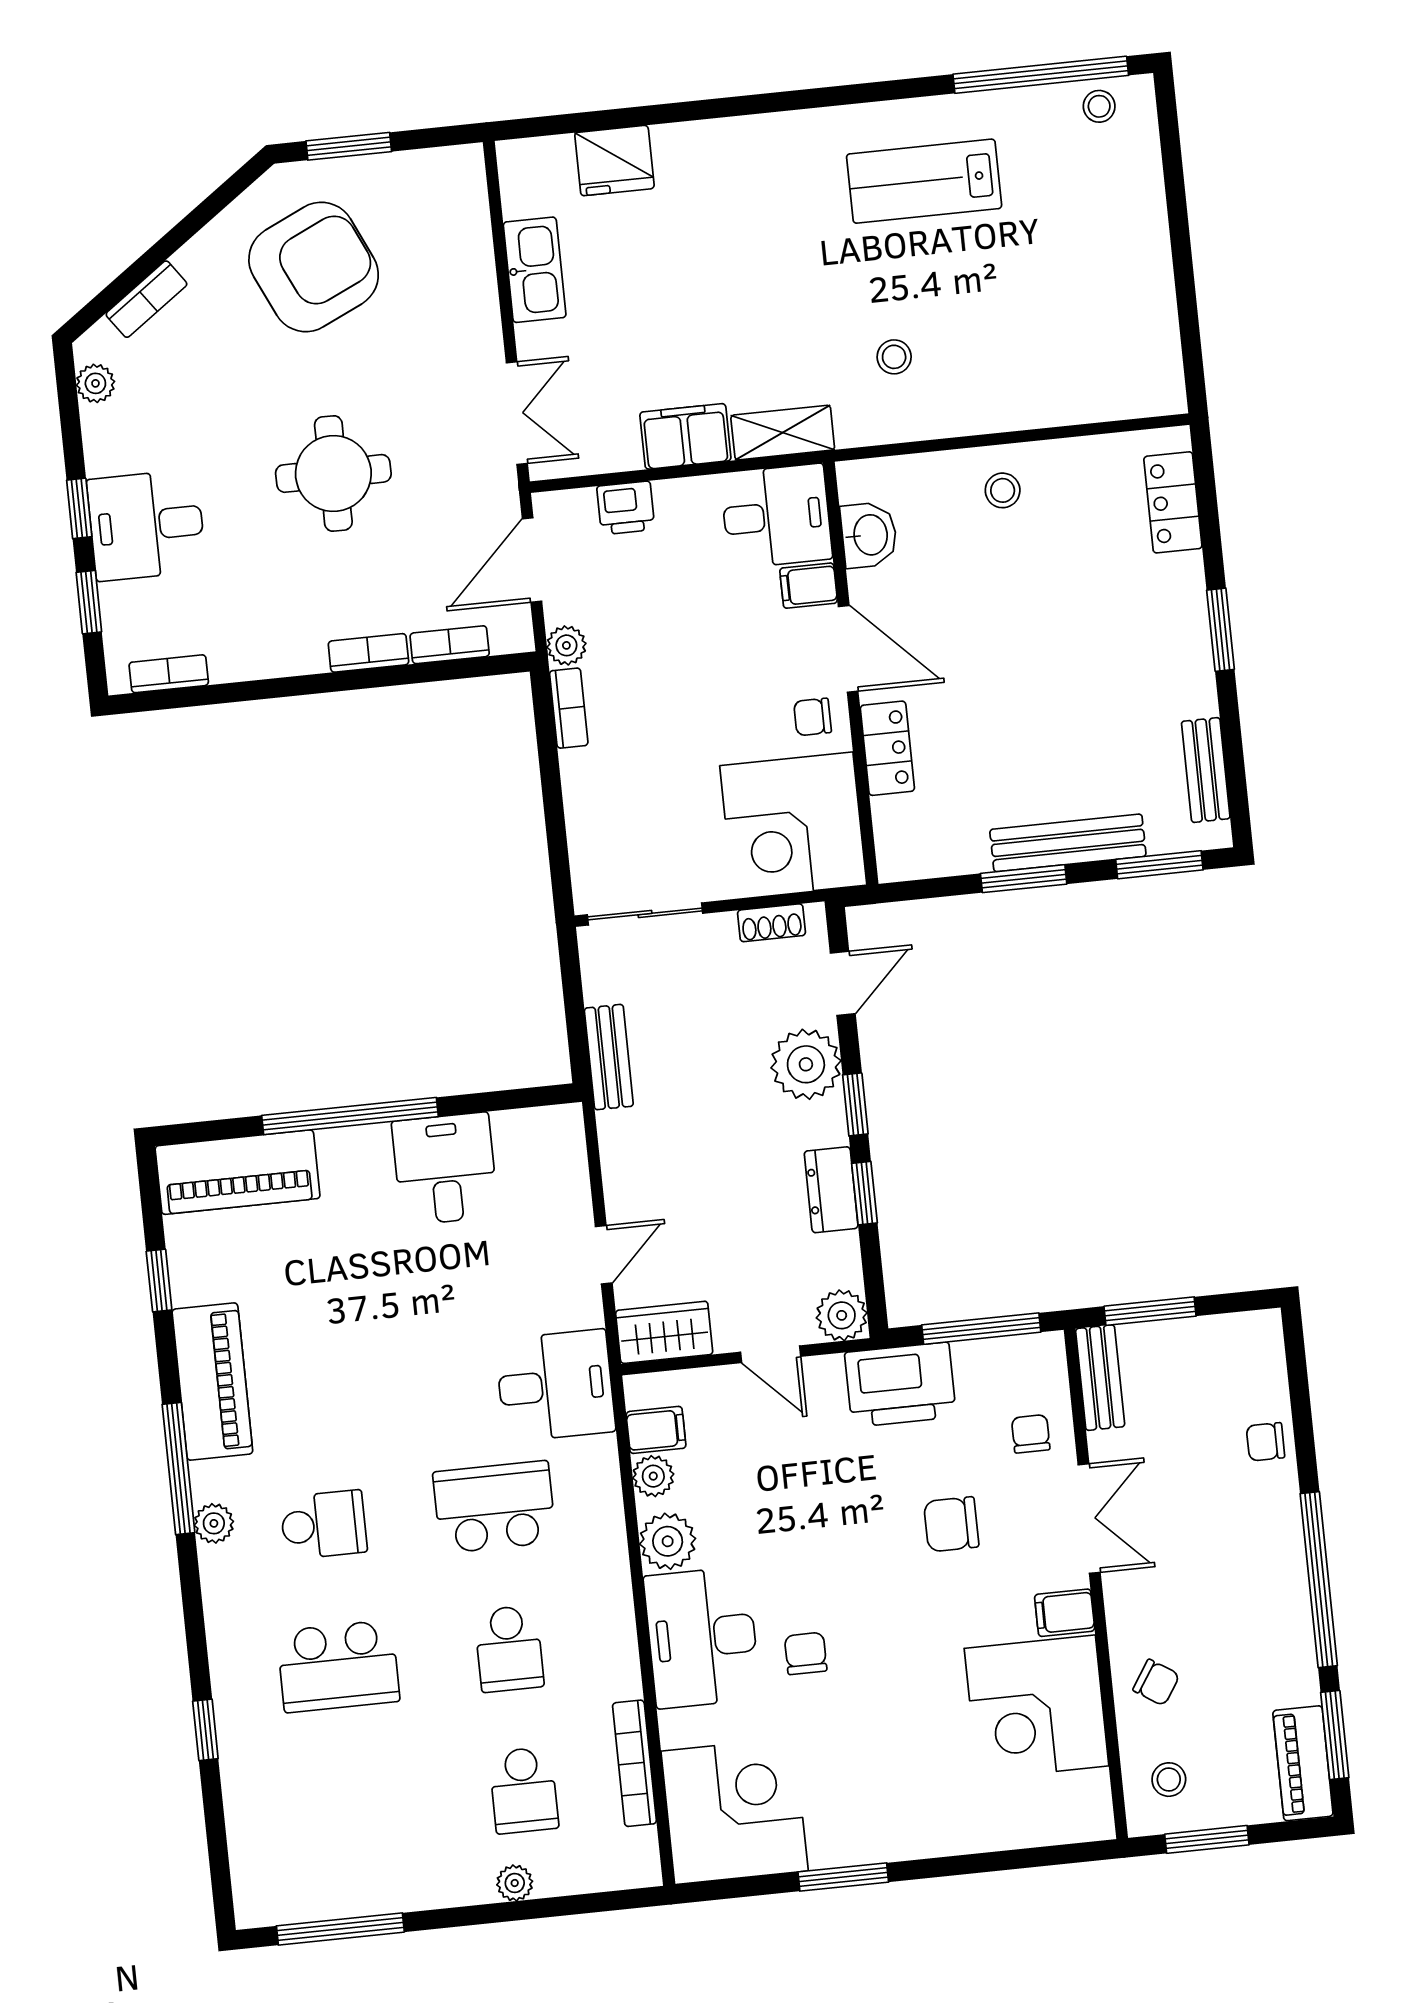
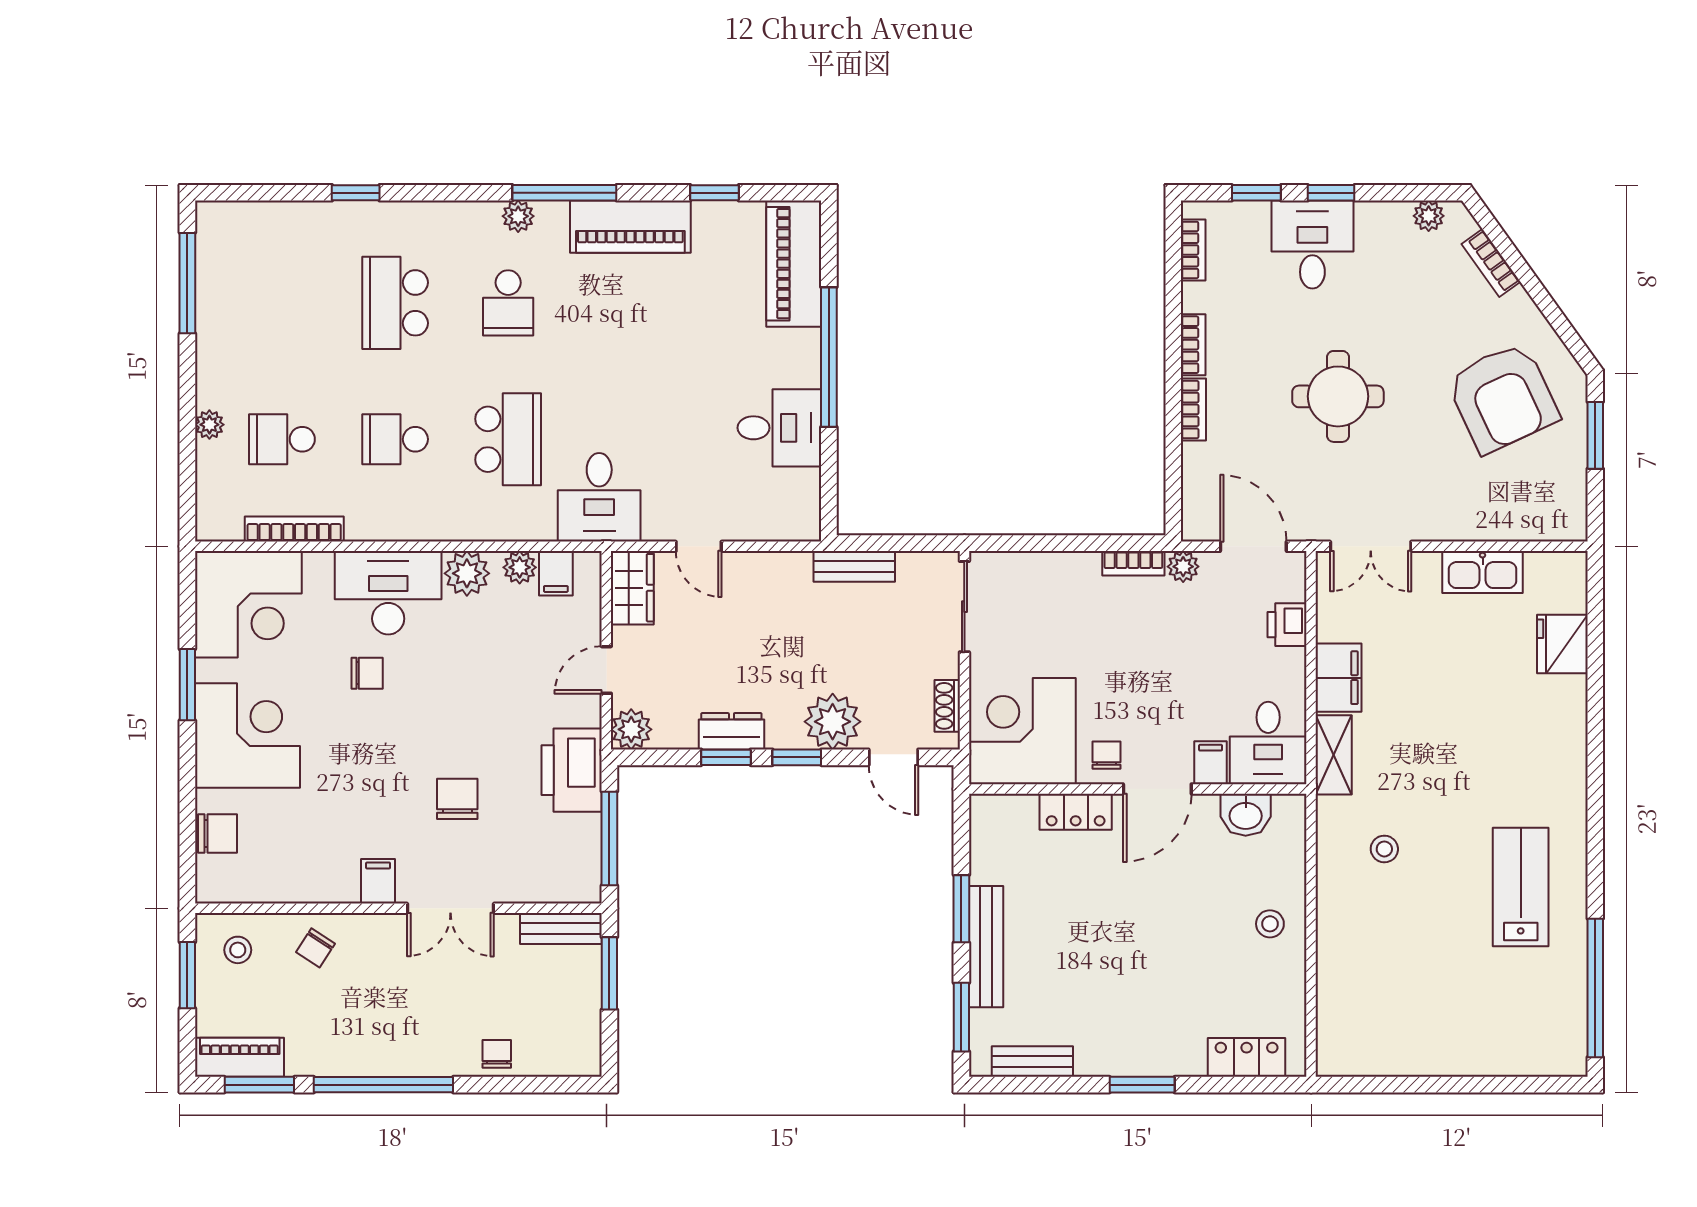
stool: (1099, 106) -> (1566, 1032), removed
bookcase: (450, 645) -> (1193, 345), moved
chair: (1031, 1434) -> (218, 833), moved, width x1.37, depth x1.37
corner desk: (1036, 1707) -> (247, 735), moved, turned 90

